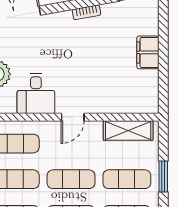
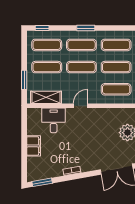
desk: (36, 94) -> (54, 120), moved
window: (163, 176) -> (24, 80), moved

